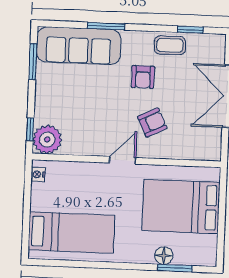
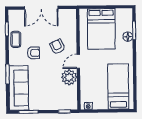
plant: (47, 139) -> (69, 77), moved
door: (123, 160) -> (78, 61), hinge flipped

